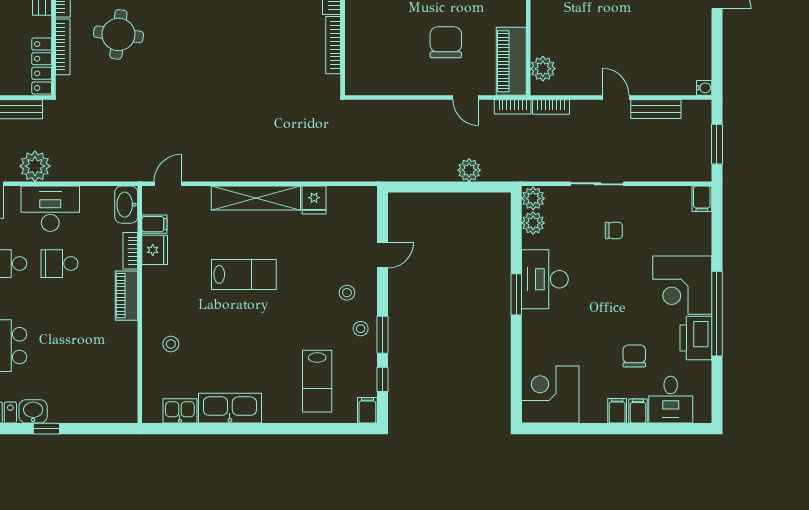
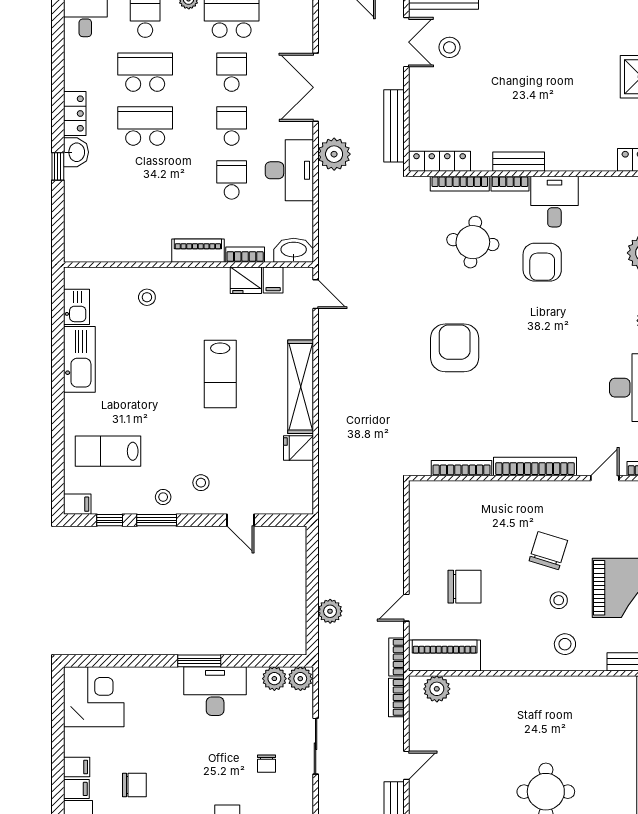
armchair: (219, 52) -> (455, 348), added

